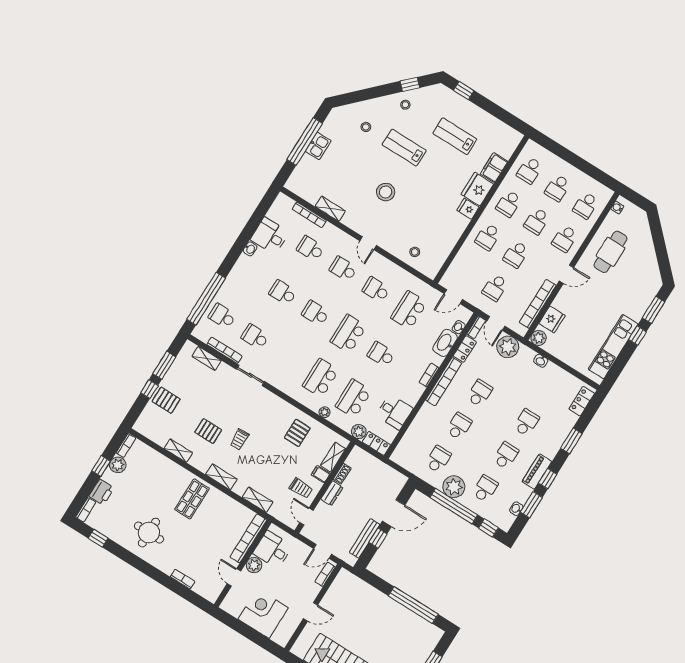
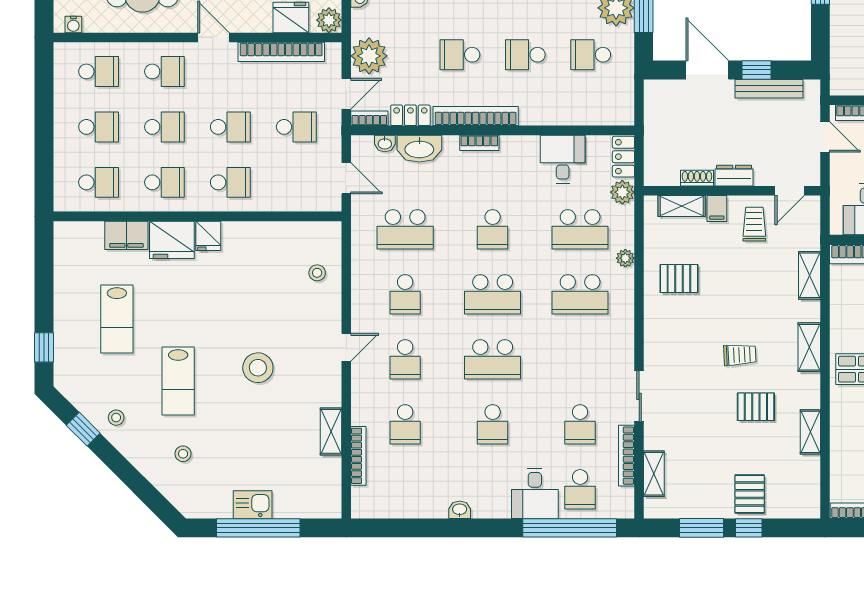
desk: (270, 236) -> (535, 493), moved
school desk: (316, 313) -> (493, 359), width x1.85
pallet: (208, 431) -> (756, 407), turned 90

